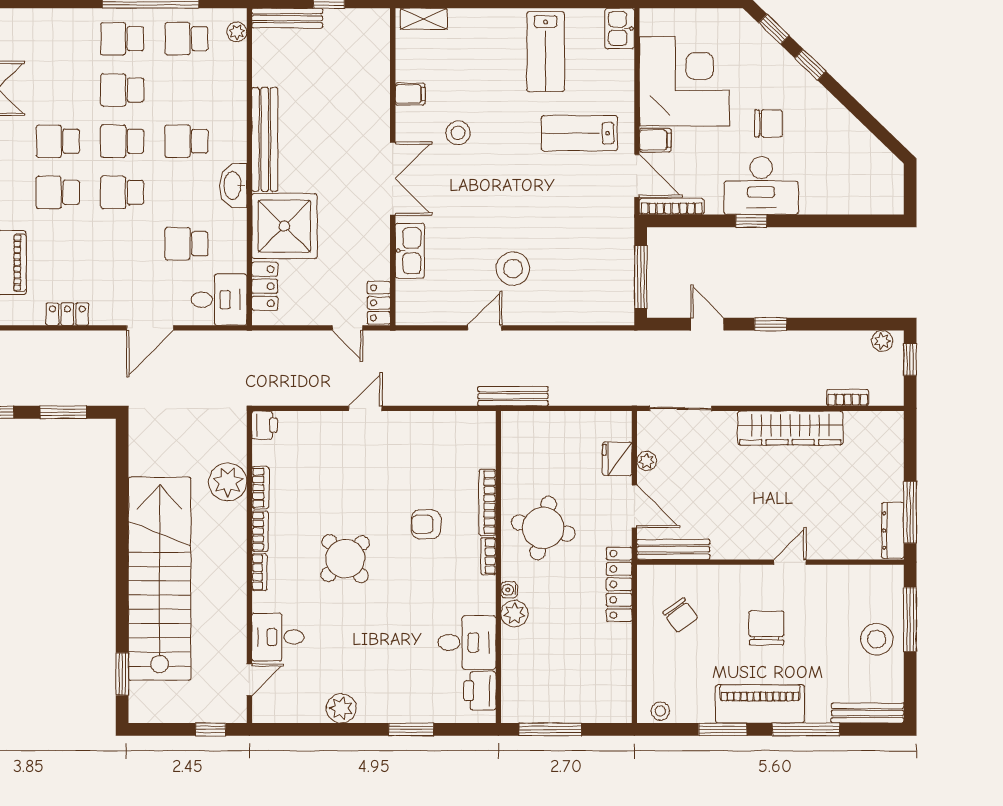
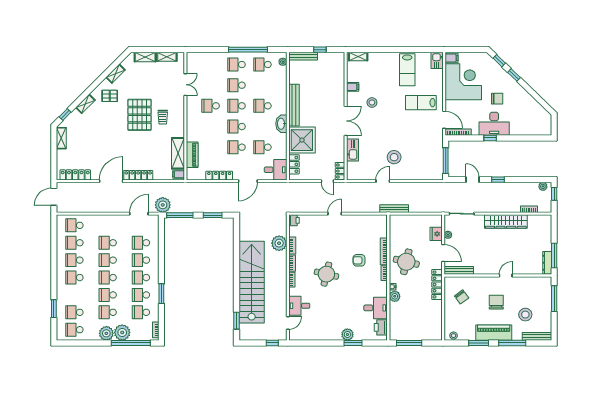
filing cabinet: (655, 140) -> (451, 58), moved
school desk: (58, 192) -> (237, 147), moved
locker: (67, 314) -> (219, 176), width x1.53
round table: (345, 559) -> (326, 274), turned -34
stool: (877, 639) -> (525, 315), moved
plant: (341, 708) -> (347, 334), moved

